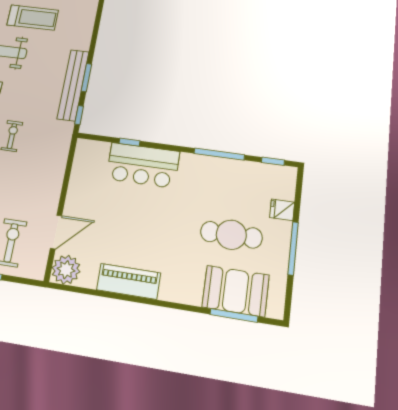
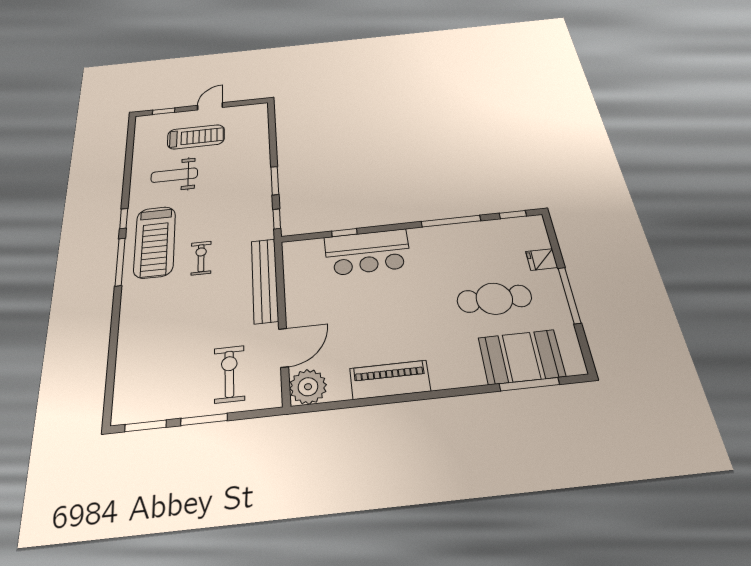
bench: (73, 85) -> (265, 280), moved

